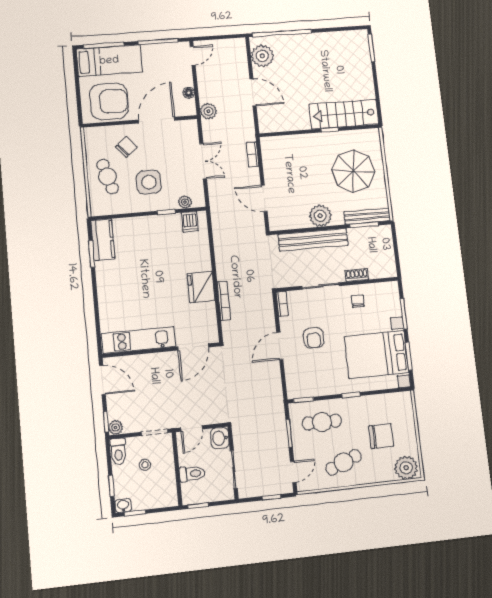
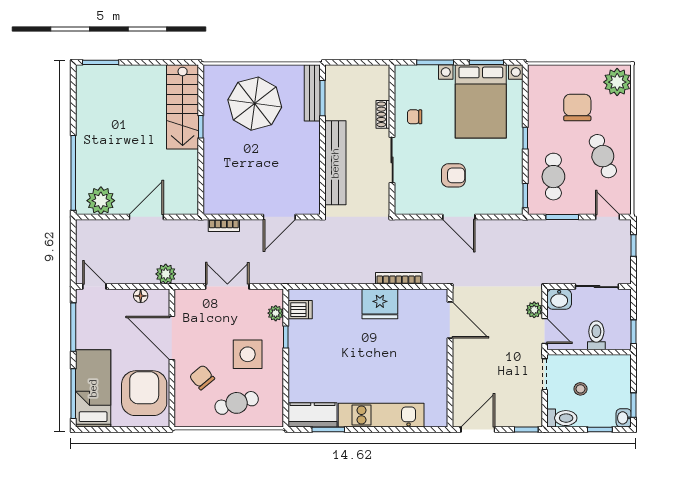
plant: (320, 216) -> (307, 151), removed
bookcase: (282, 304) -> (409, 209), removed
kitchen unit: (139, 340) -> (381, 415), moved, turned 90
plant: (116, 427) -> (534, 310), moved

